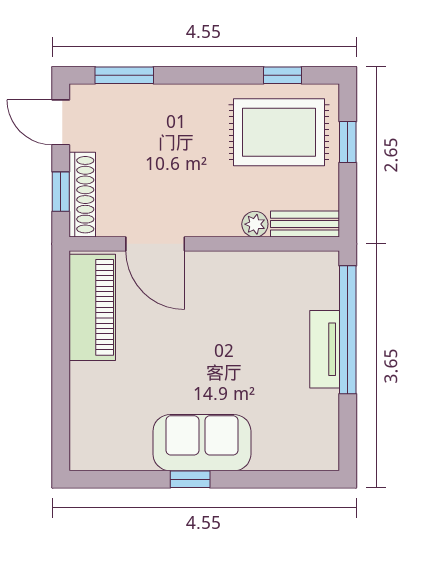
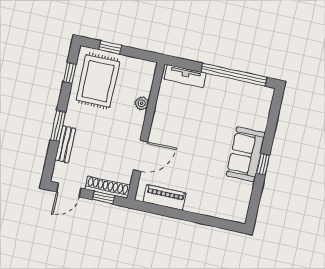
window: (124, 75) -> (58, 126), moved
bench: (305, 224) -> (65, 144), moved
piano: (92, 307) -> (165, 197), width x0.73, depth x0.75
window: (348, 330) -> (234, 75), moved
tv unit: (325, 349) -> (185, 76), moved

